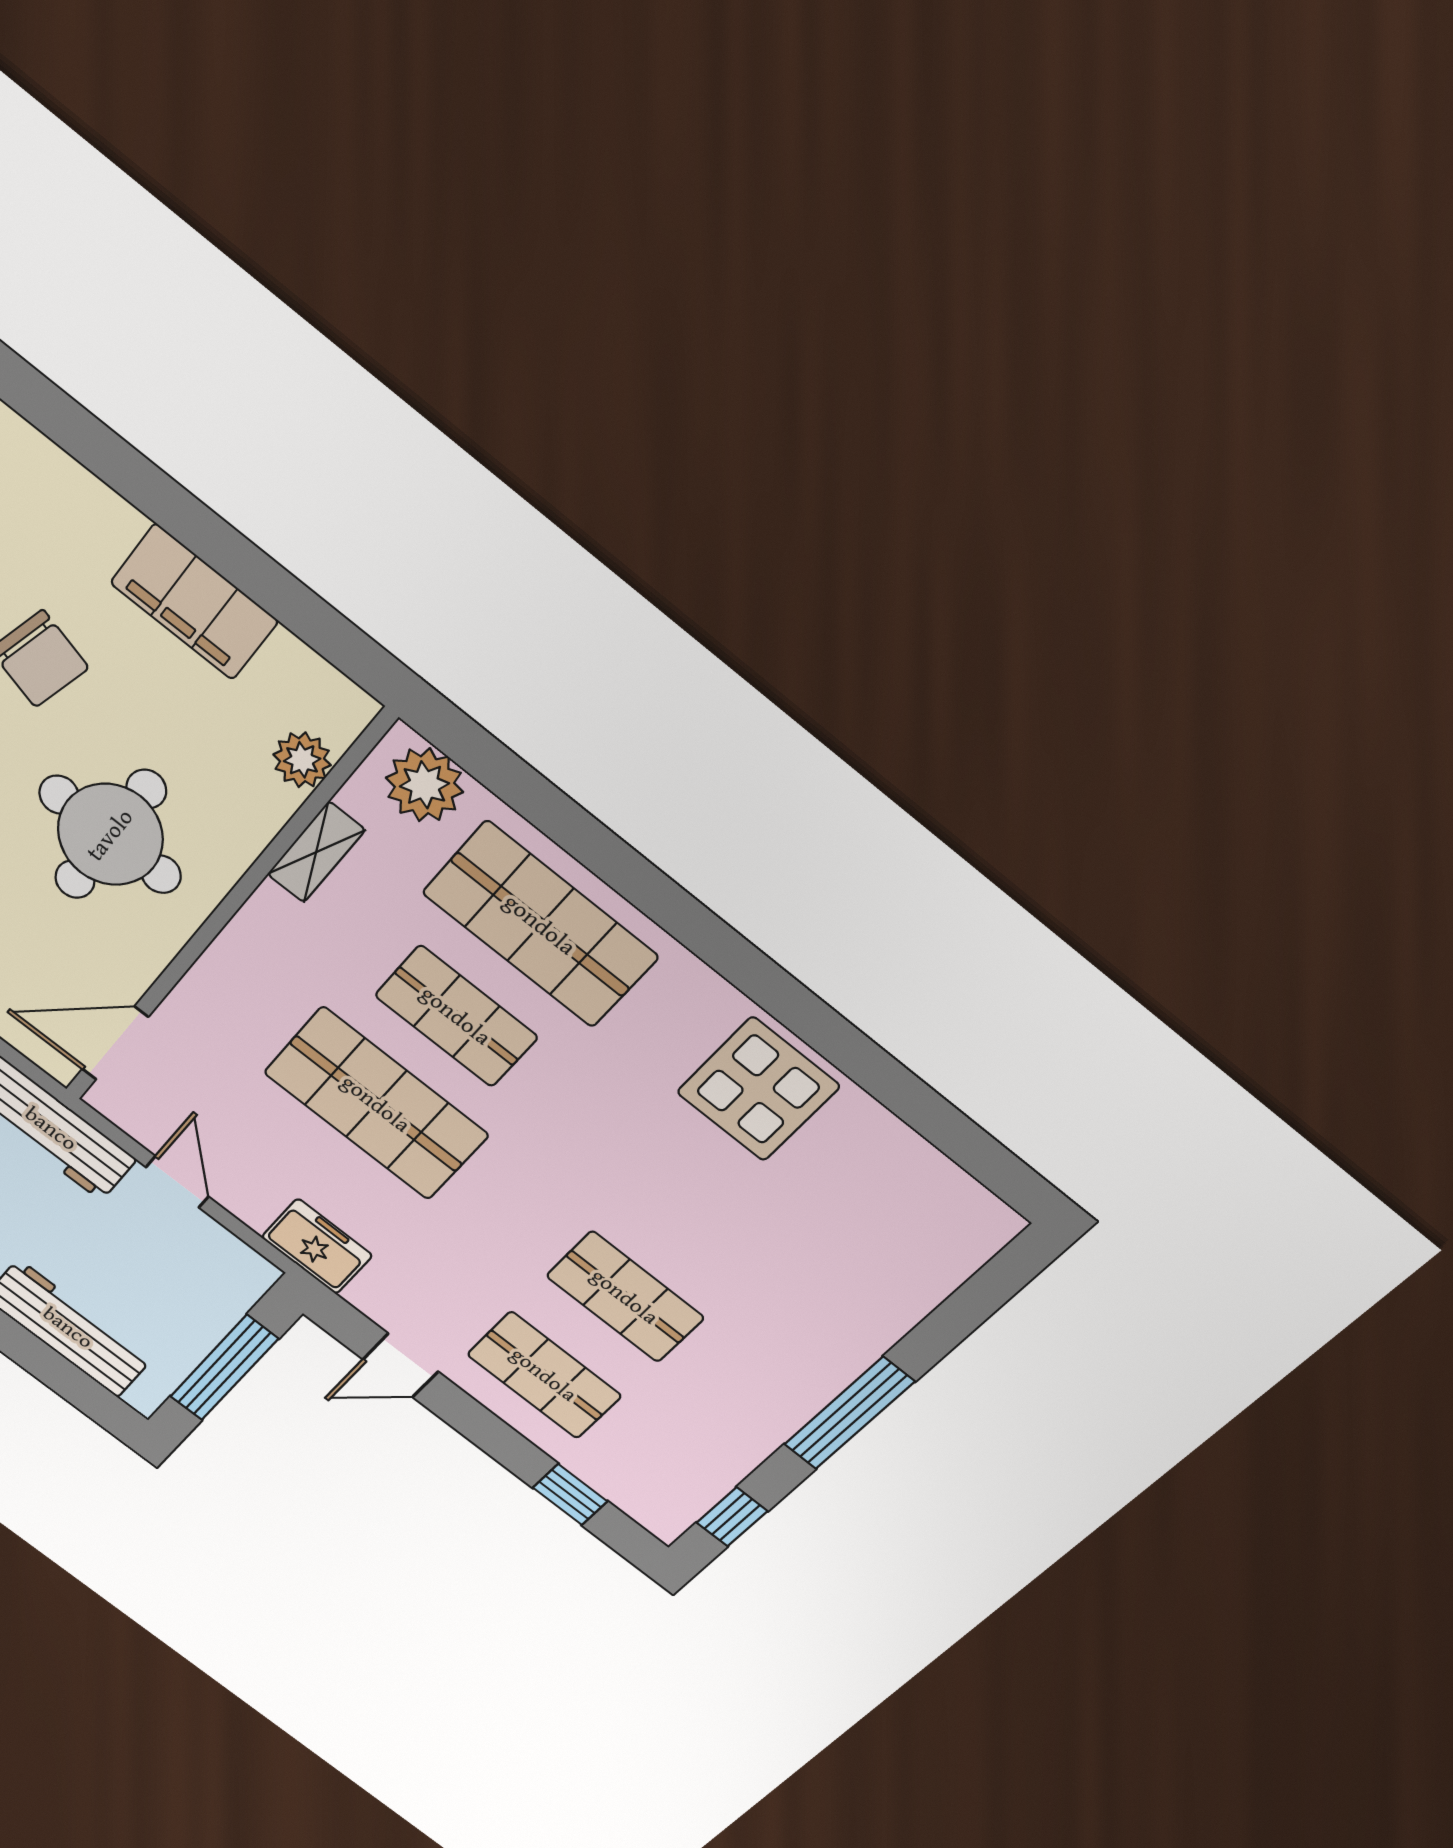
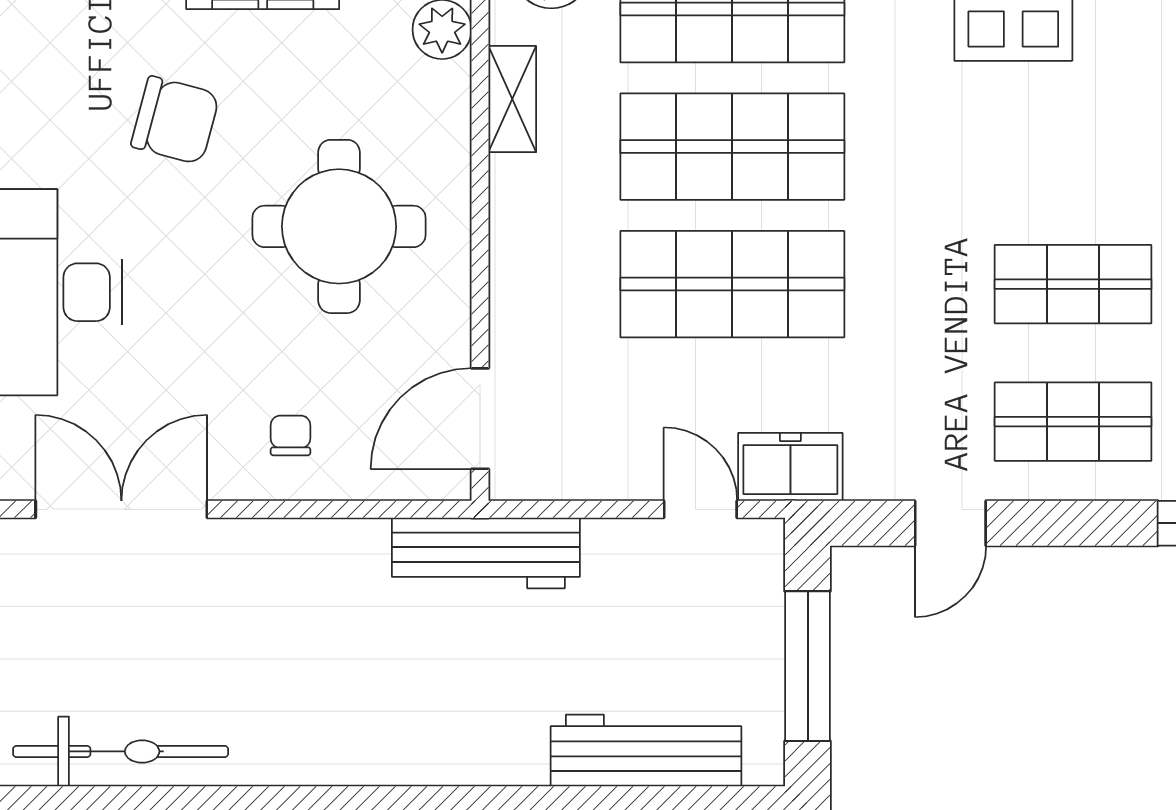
shop shelf: (456, 1016) -> (732, 147), width x1.43, depth x1.36
door: (177, 1182) -> (700, 509), moved

